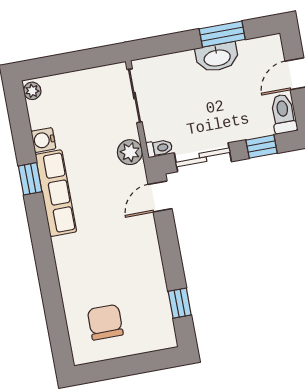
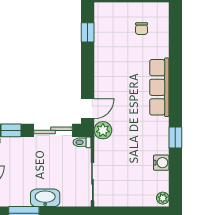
washbasin: (217, 57) -> (45, 198), moved
plant: (130, 152) -> (103, 130), moved
row of seats: (56, 193) -> (159, 87), moved
chair: (105, 322) -> (142, 29), width x0.54, depth x0.54

